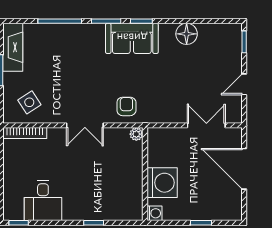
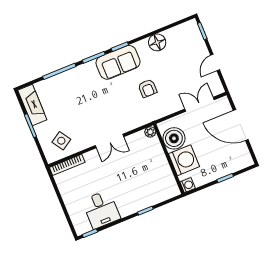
armchair: (126, 106) -> (148, 88), moved, turned 180
boiler: (161, 153) -> (174, 138), added

